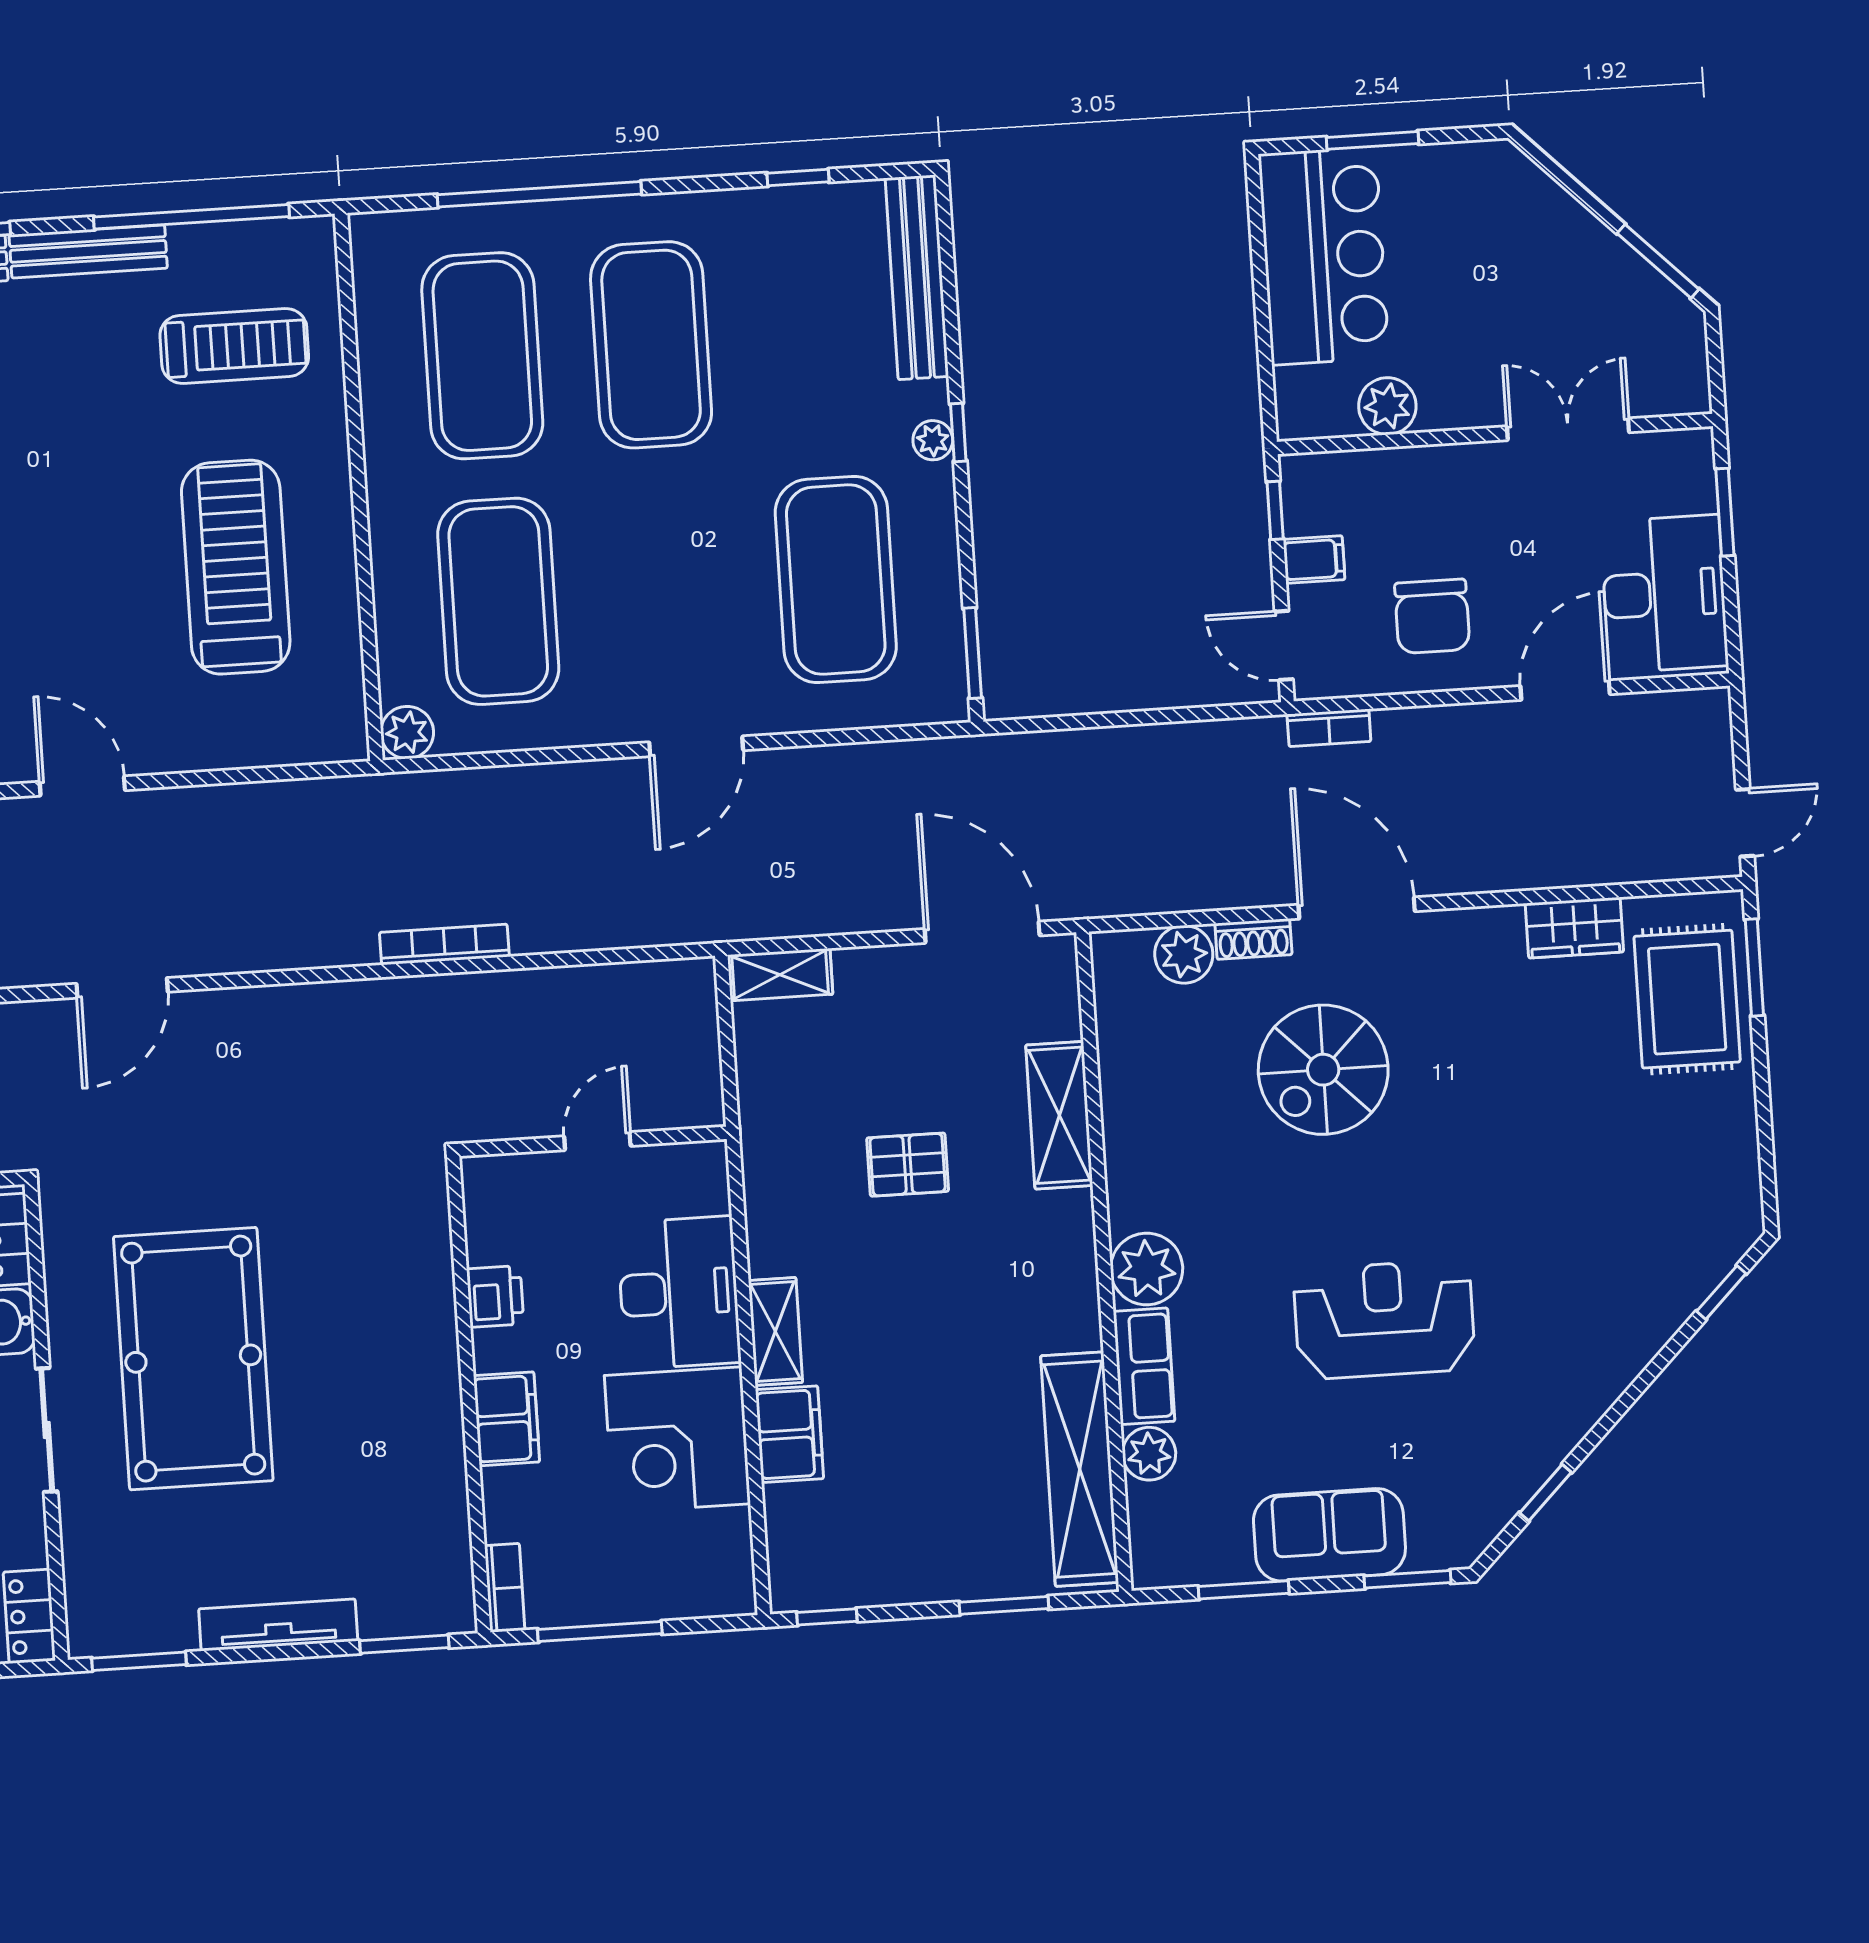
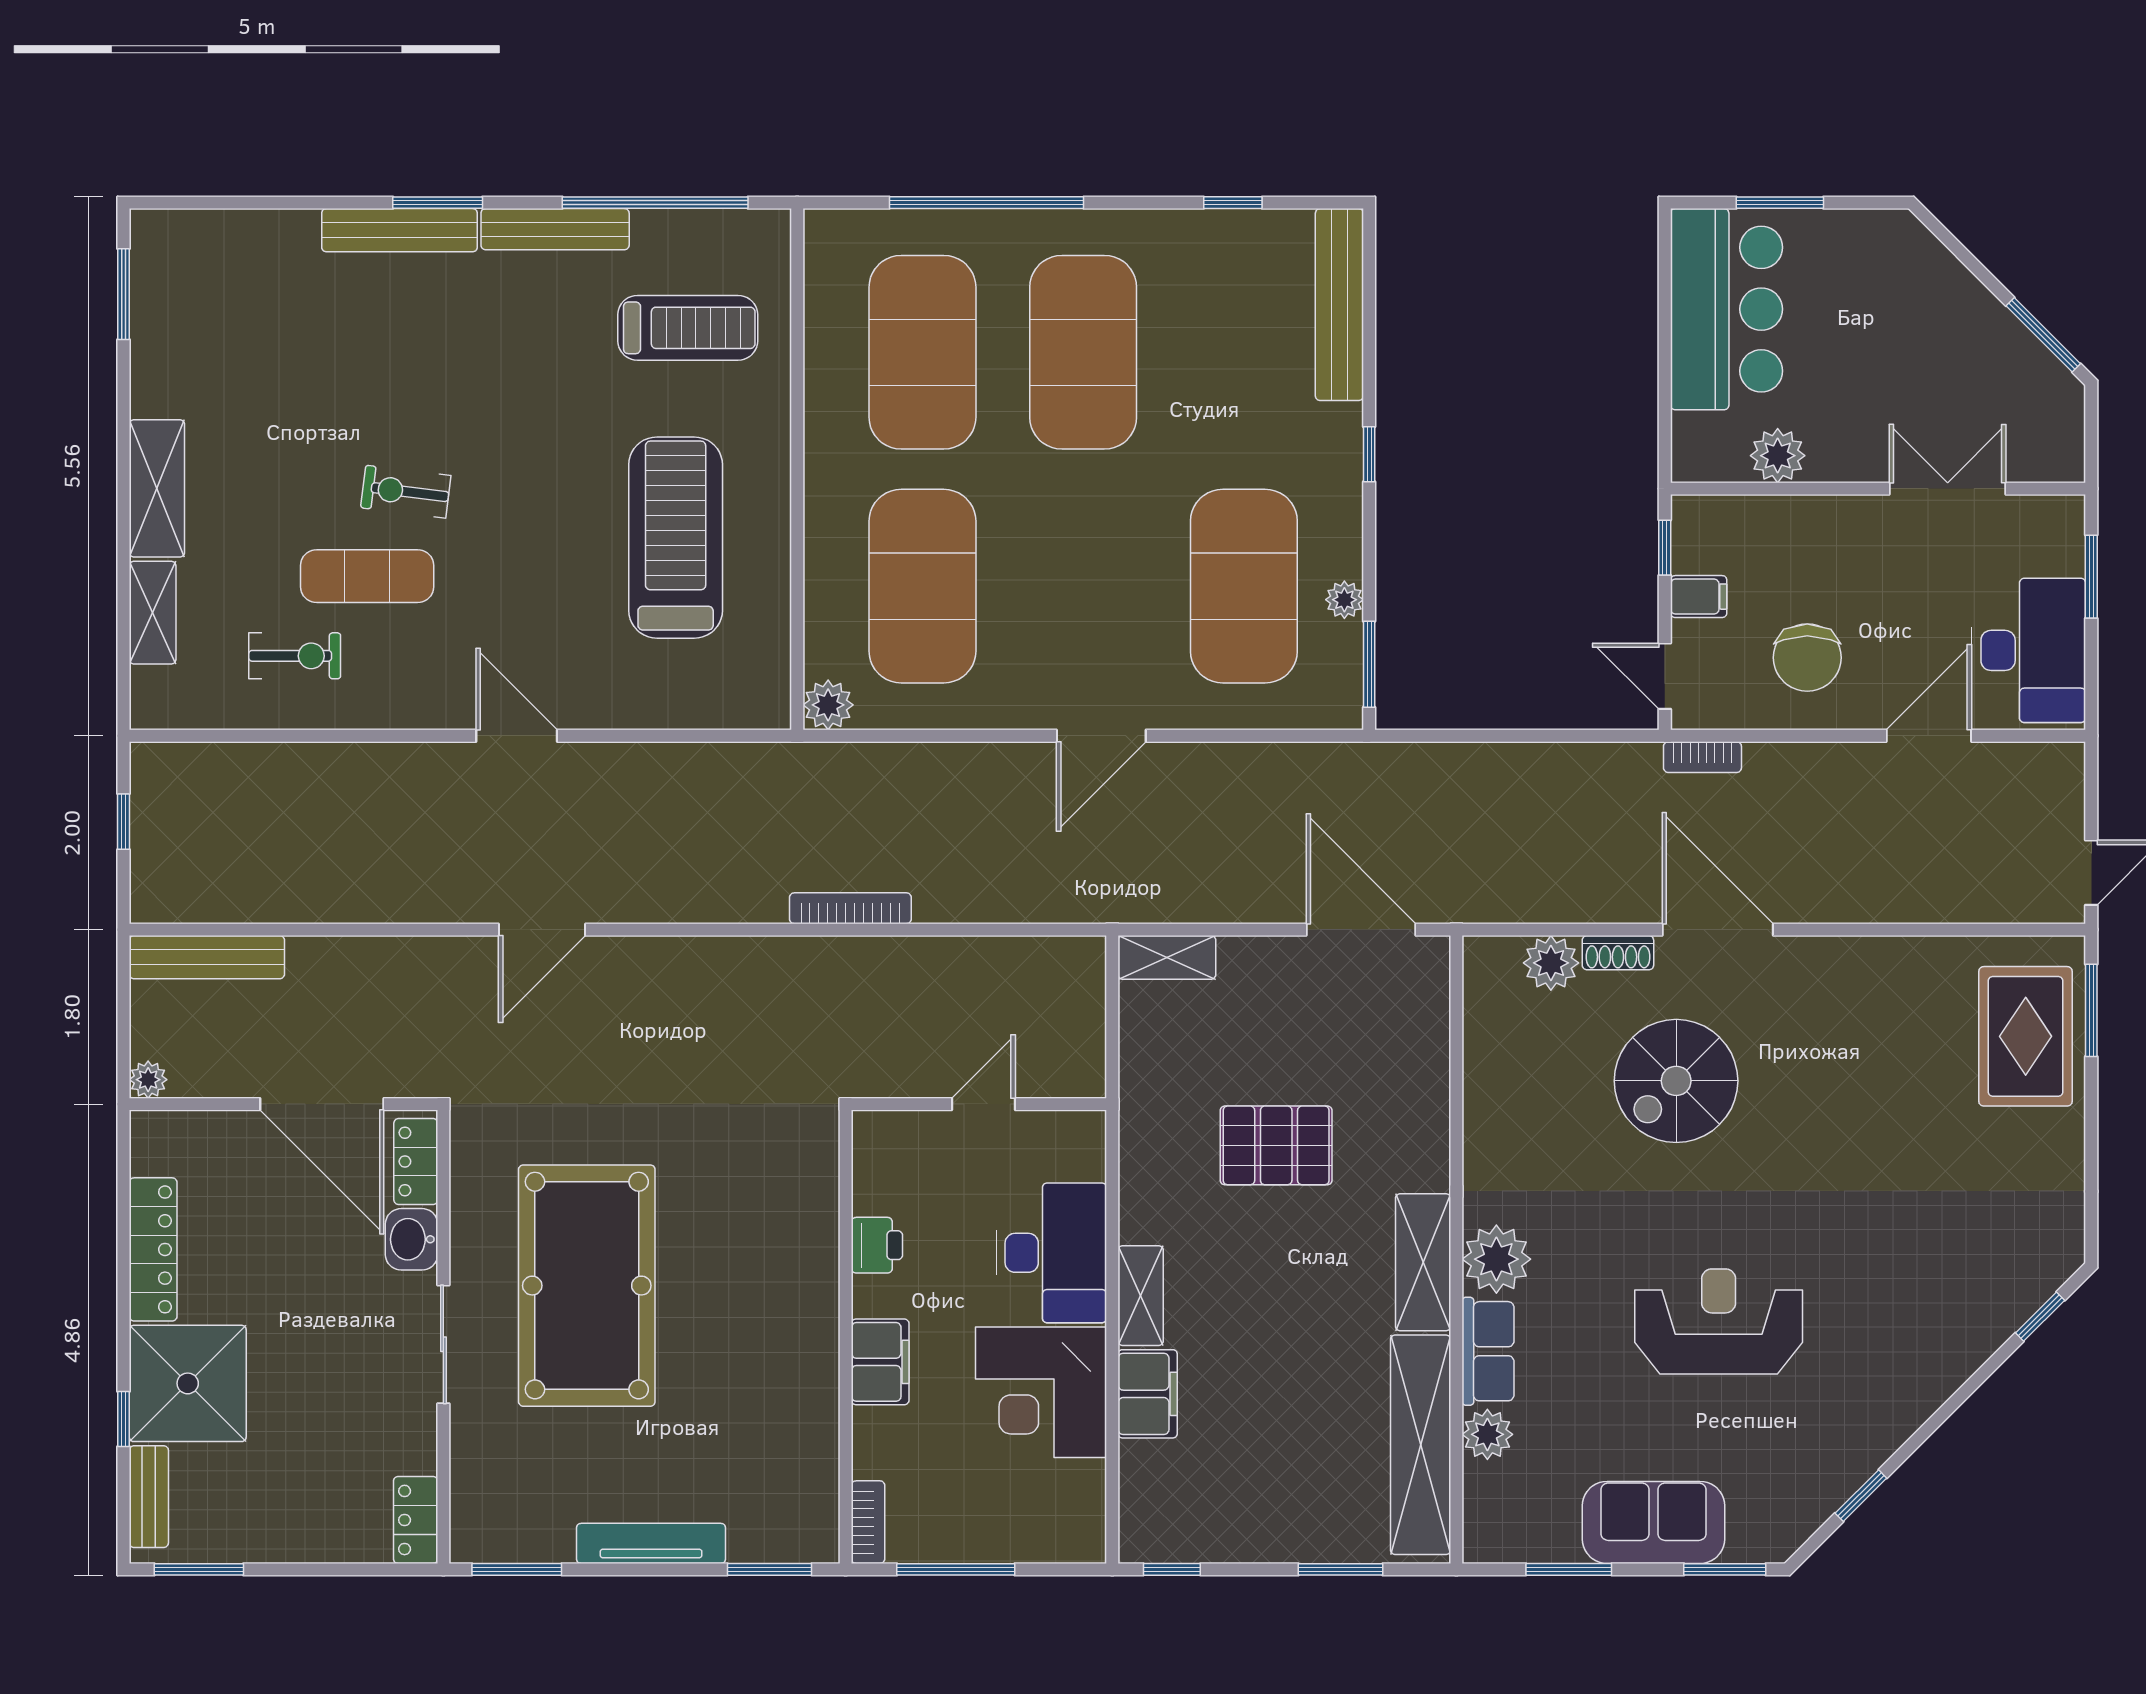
plant: (933, 440) -> (1344, 600), moved
wardrobe: (1574, 928) -> (1923, 962), removed
shelving: (1059, 1115) -> (1423, 1262), moved
pallet: (908, 1165) -> (1276, 1145), width x1.50, depth x1.42

